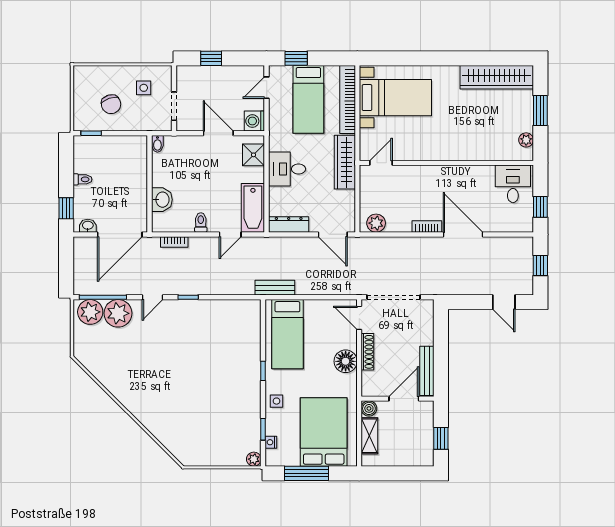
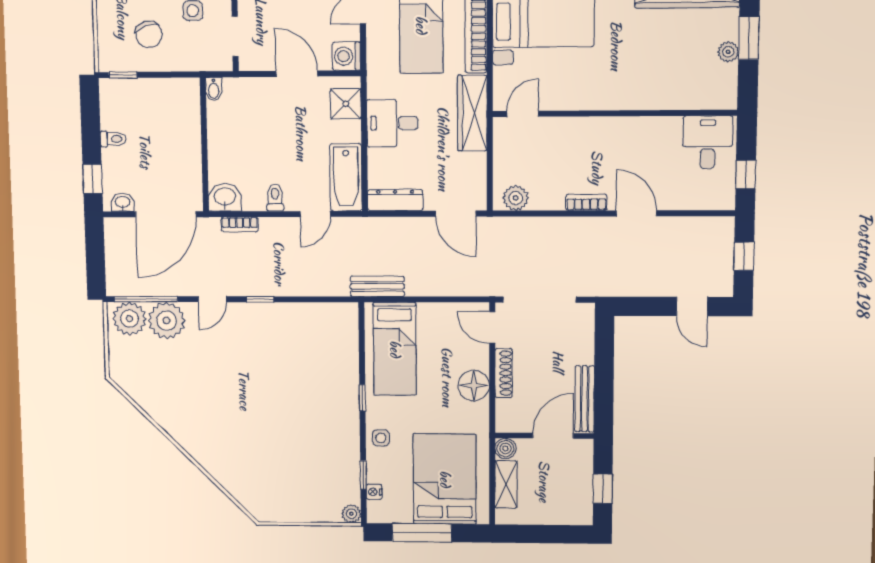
plant: (526, 140) -> (728, 52), moved
washbasin: (162, 200) -> (225, 197), moved, turned -90
door: (463, 234) -> (636, 213), width x0.73

